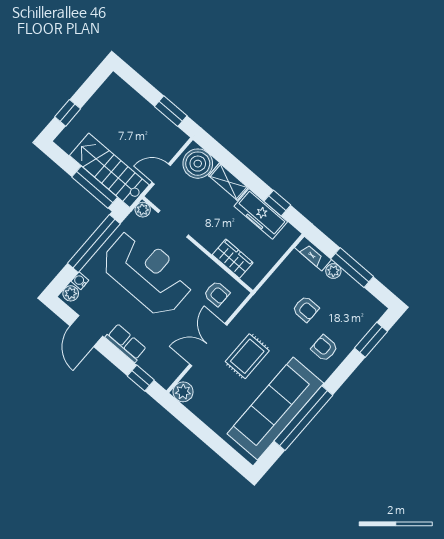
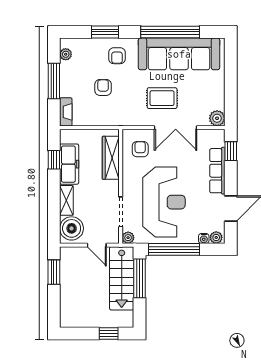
wardrobe: (233, 259) -> (111, 158), width x1.50
plant: (333, 271) -> (66, 54), moved
reception desk: (147, 273) -> (164, 202), turned 180
window: (371, 340) -> (105, 32), moved
row of seats: (126, 343) -> (217, 171), width x1.48

